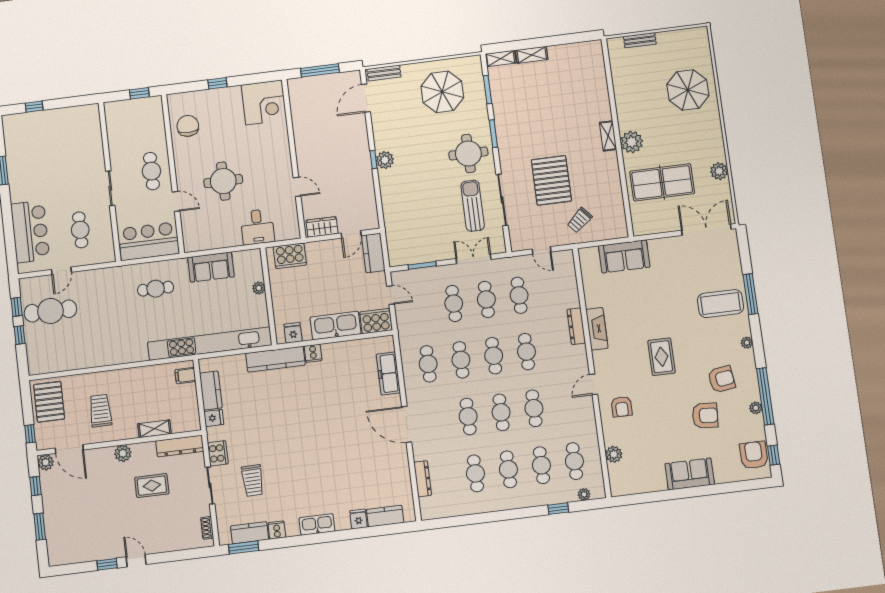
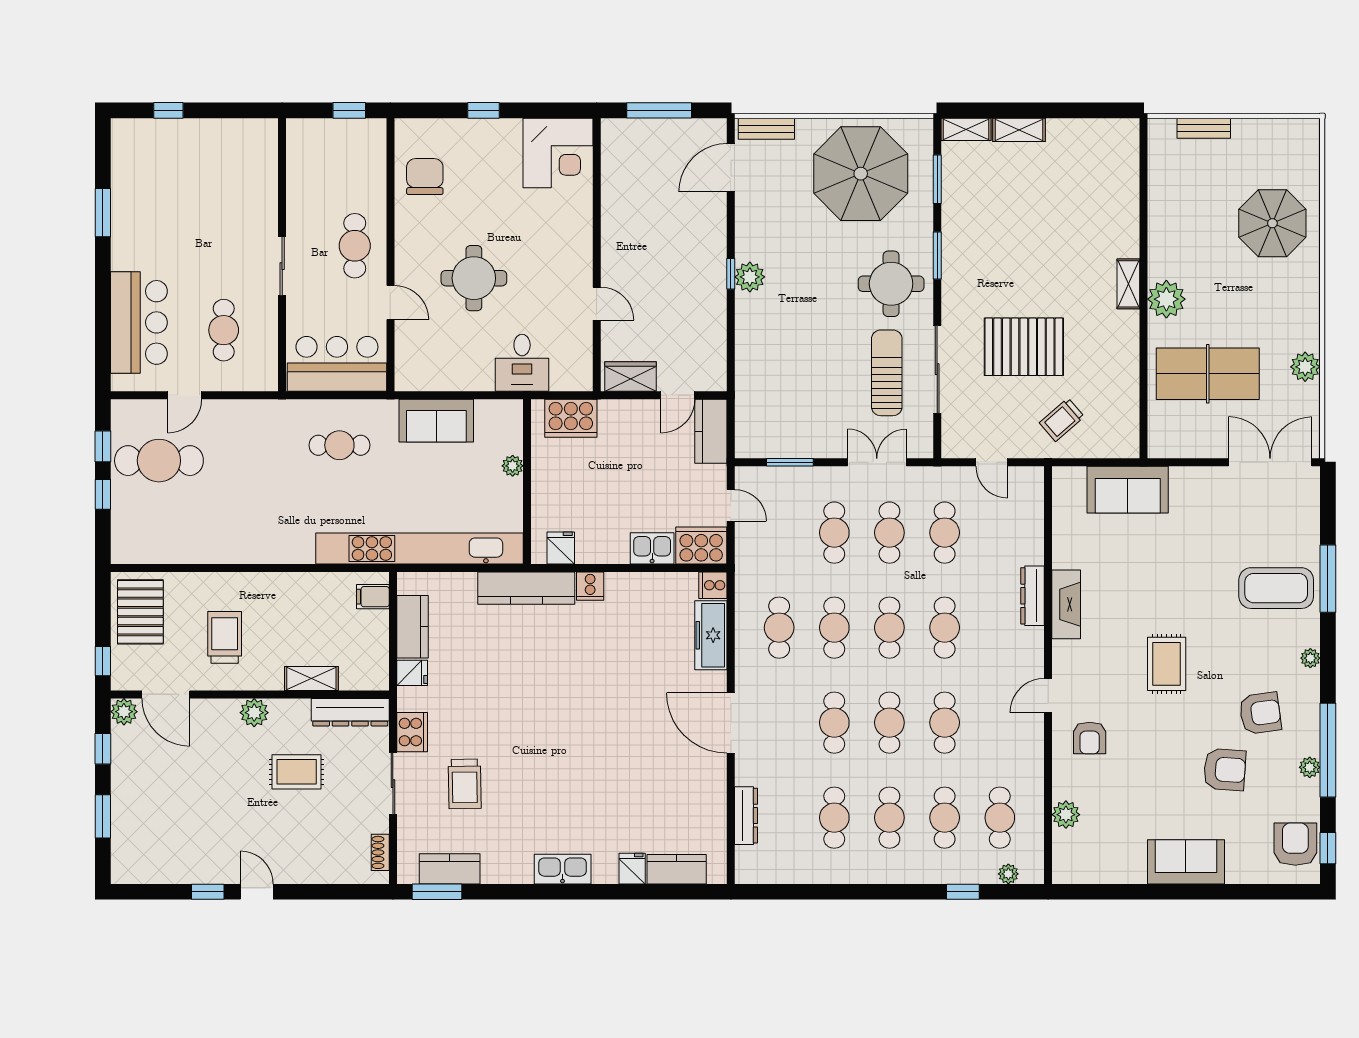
parasol: (442, 92) -> (861, 174), width x1.36, depth x1.36
pallet: (551, 180) -> (1024, 347), turned 90
kitchen sink: (336, 326) -> (652, 548), width x0.53, depth x0.81
cooker: (277, 530) -> (713, 585), moved, turned -90

